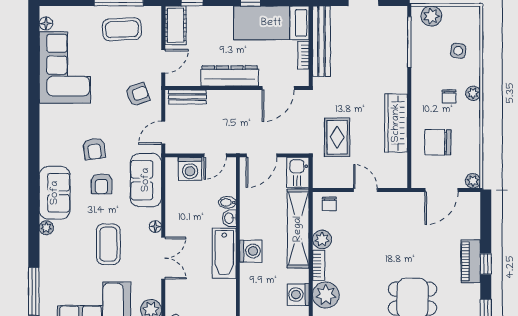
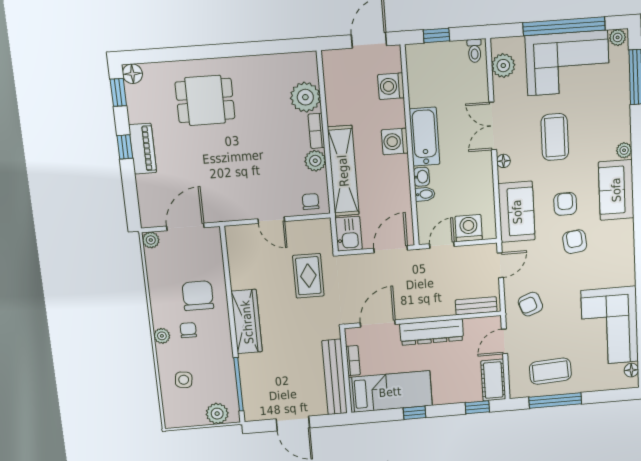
wardrobe: (396, 123) -> (247, 322), moved
chair: (438, 142) -> (198, 296), moved, turned -90
washing machine: (298, 295) -> (391, 86), moved, turned 180

